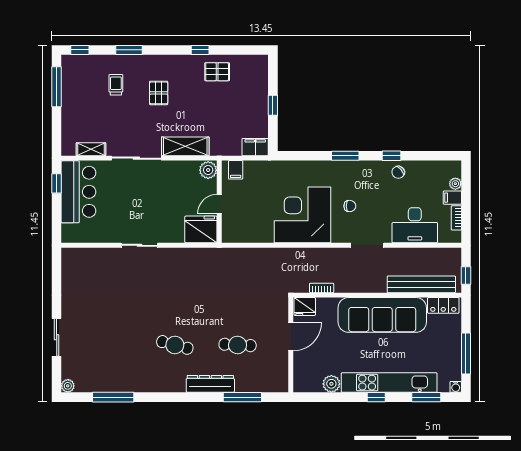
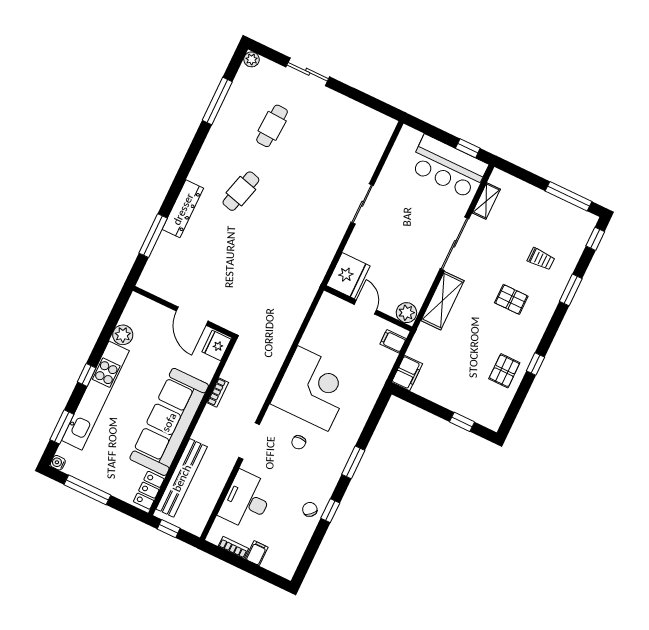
window: (273, 105) -> (462, 422), moved
plant: (455, 184) -> (269, 563), removed
bookcase: (322, 288) -> (218, 393), moved
cafe table: (238, 345) -> (272, 126), moved

